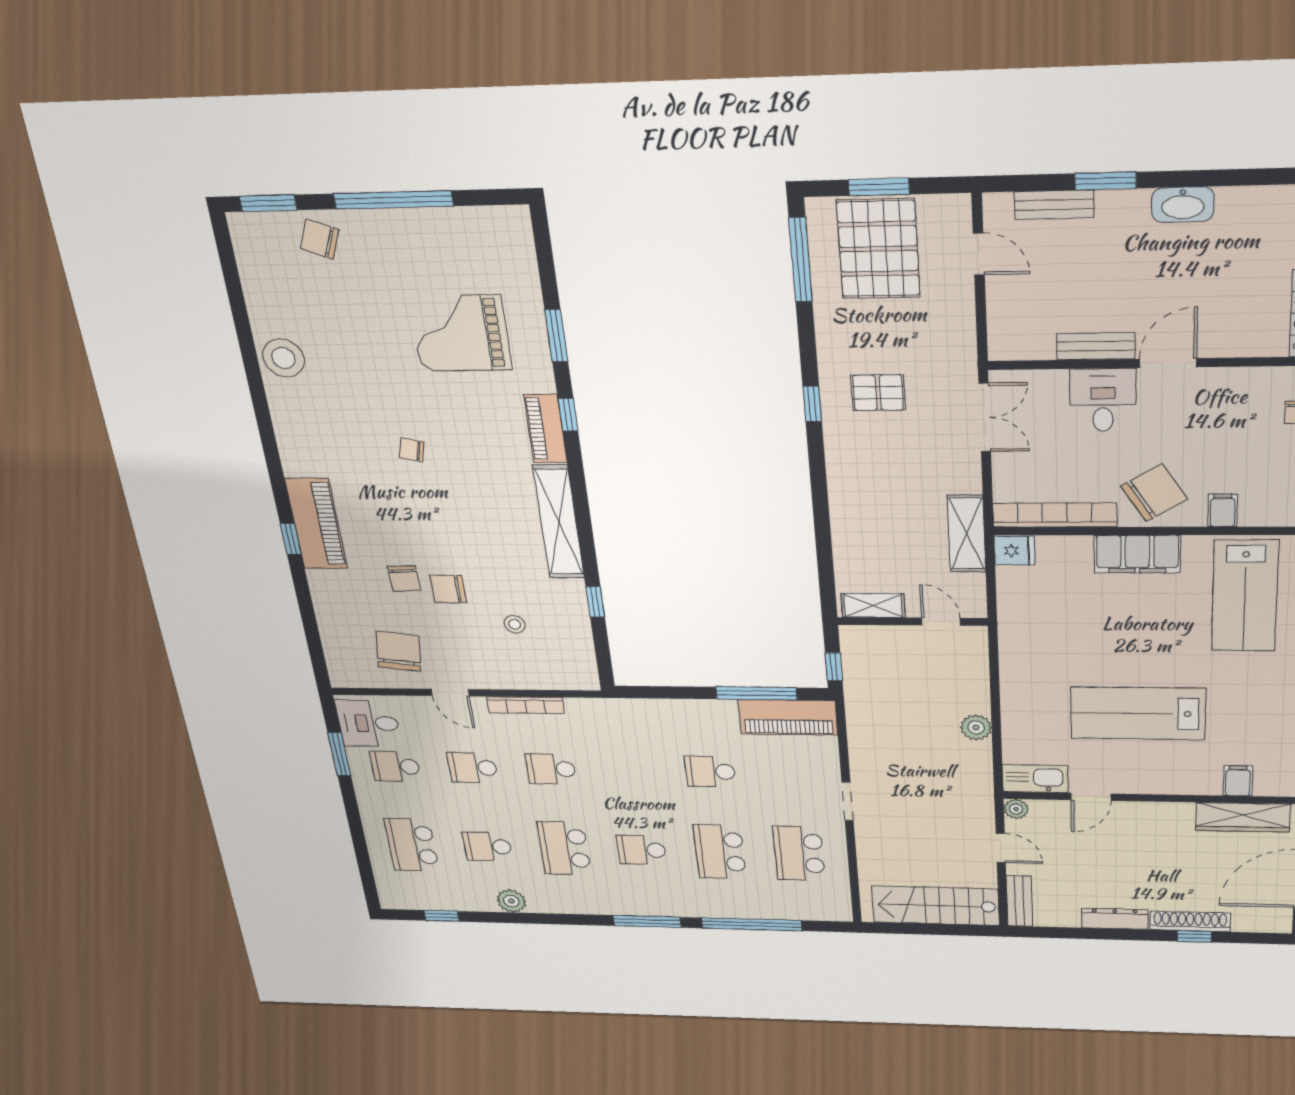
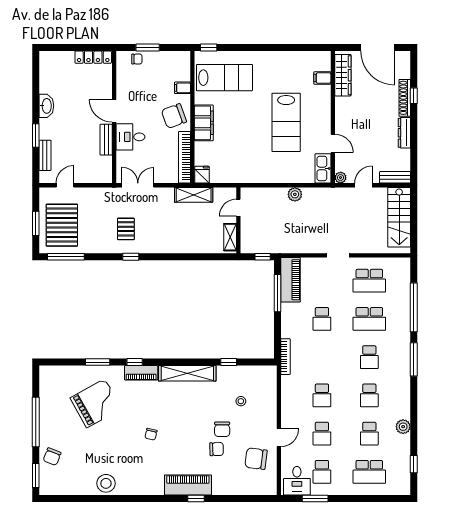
pallet: (878, 249) -> (62, 225), turned 90
grand piano: (460, 333) -> (96, 403), turned -119
chair: (1154, 493) -> (174, 116), turned -78
bookcase: (525, 705) -> (285, 357), moved
school desk: (564, 848) -> (369, 395), width x0.54

